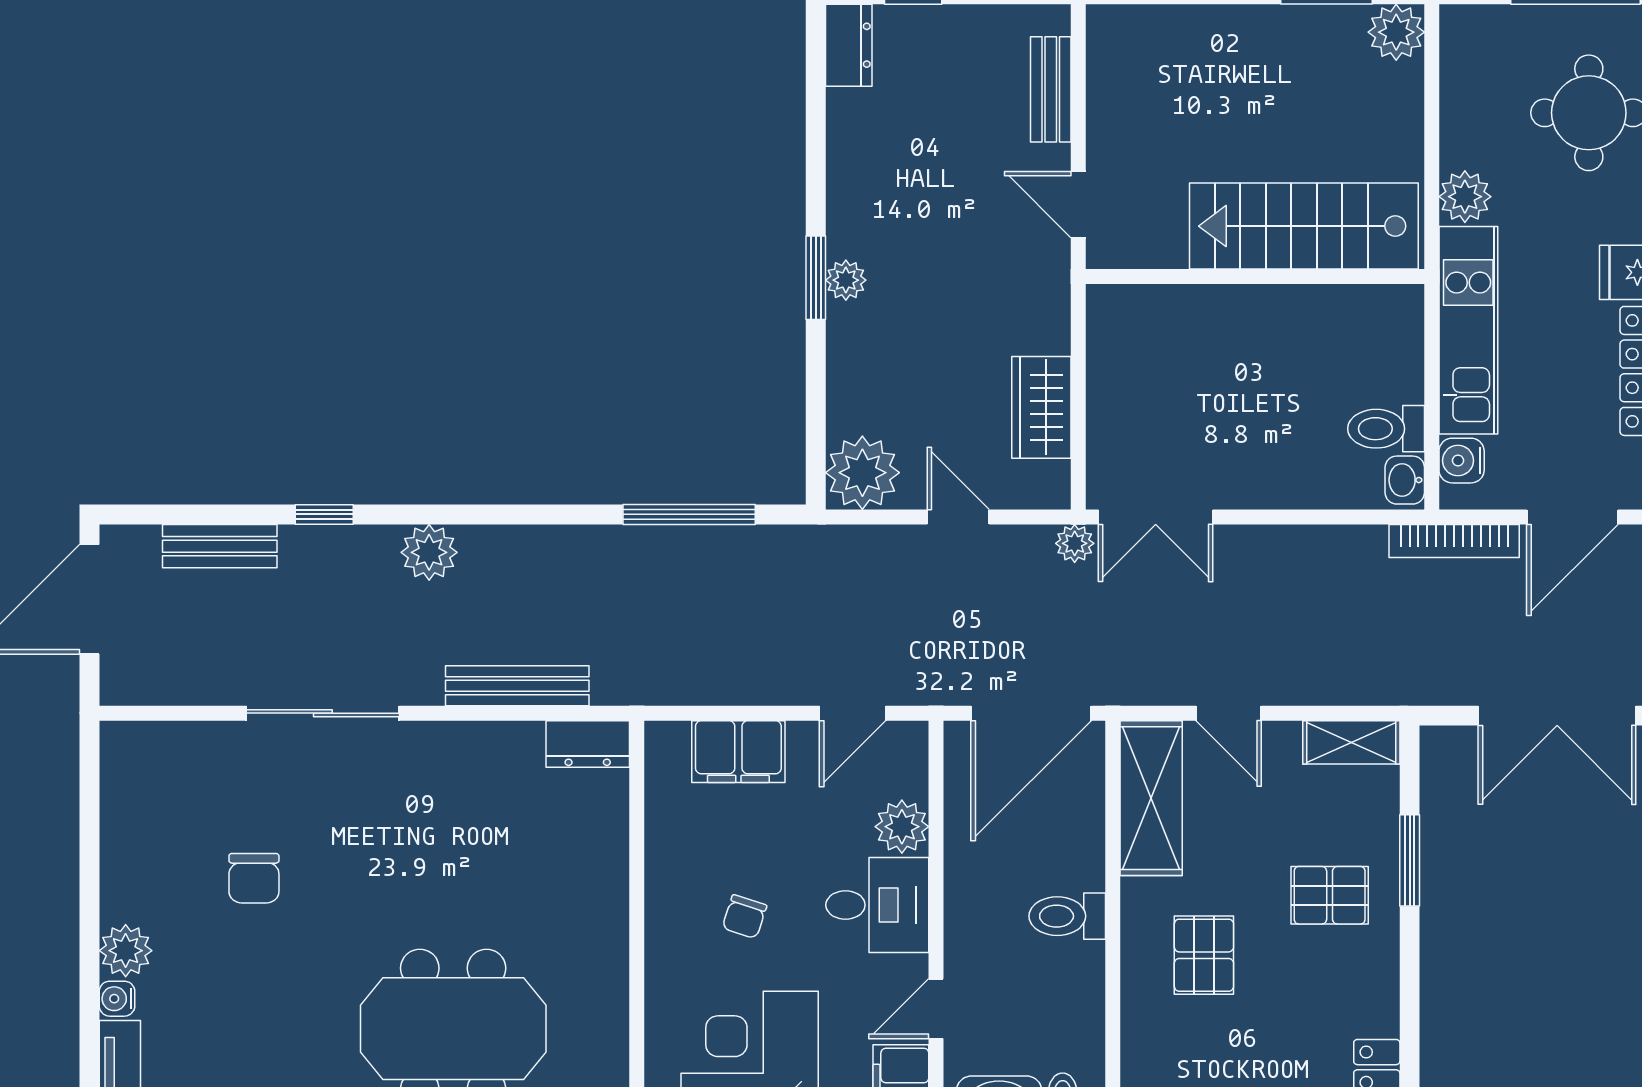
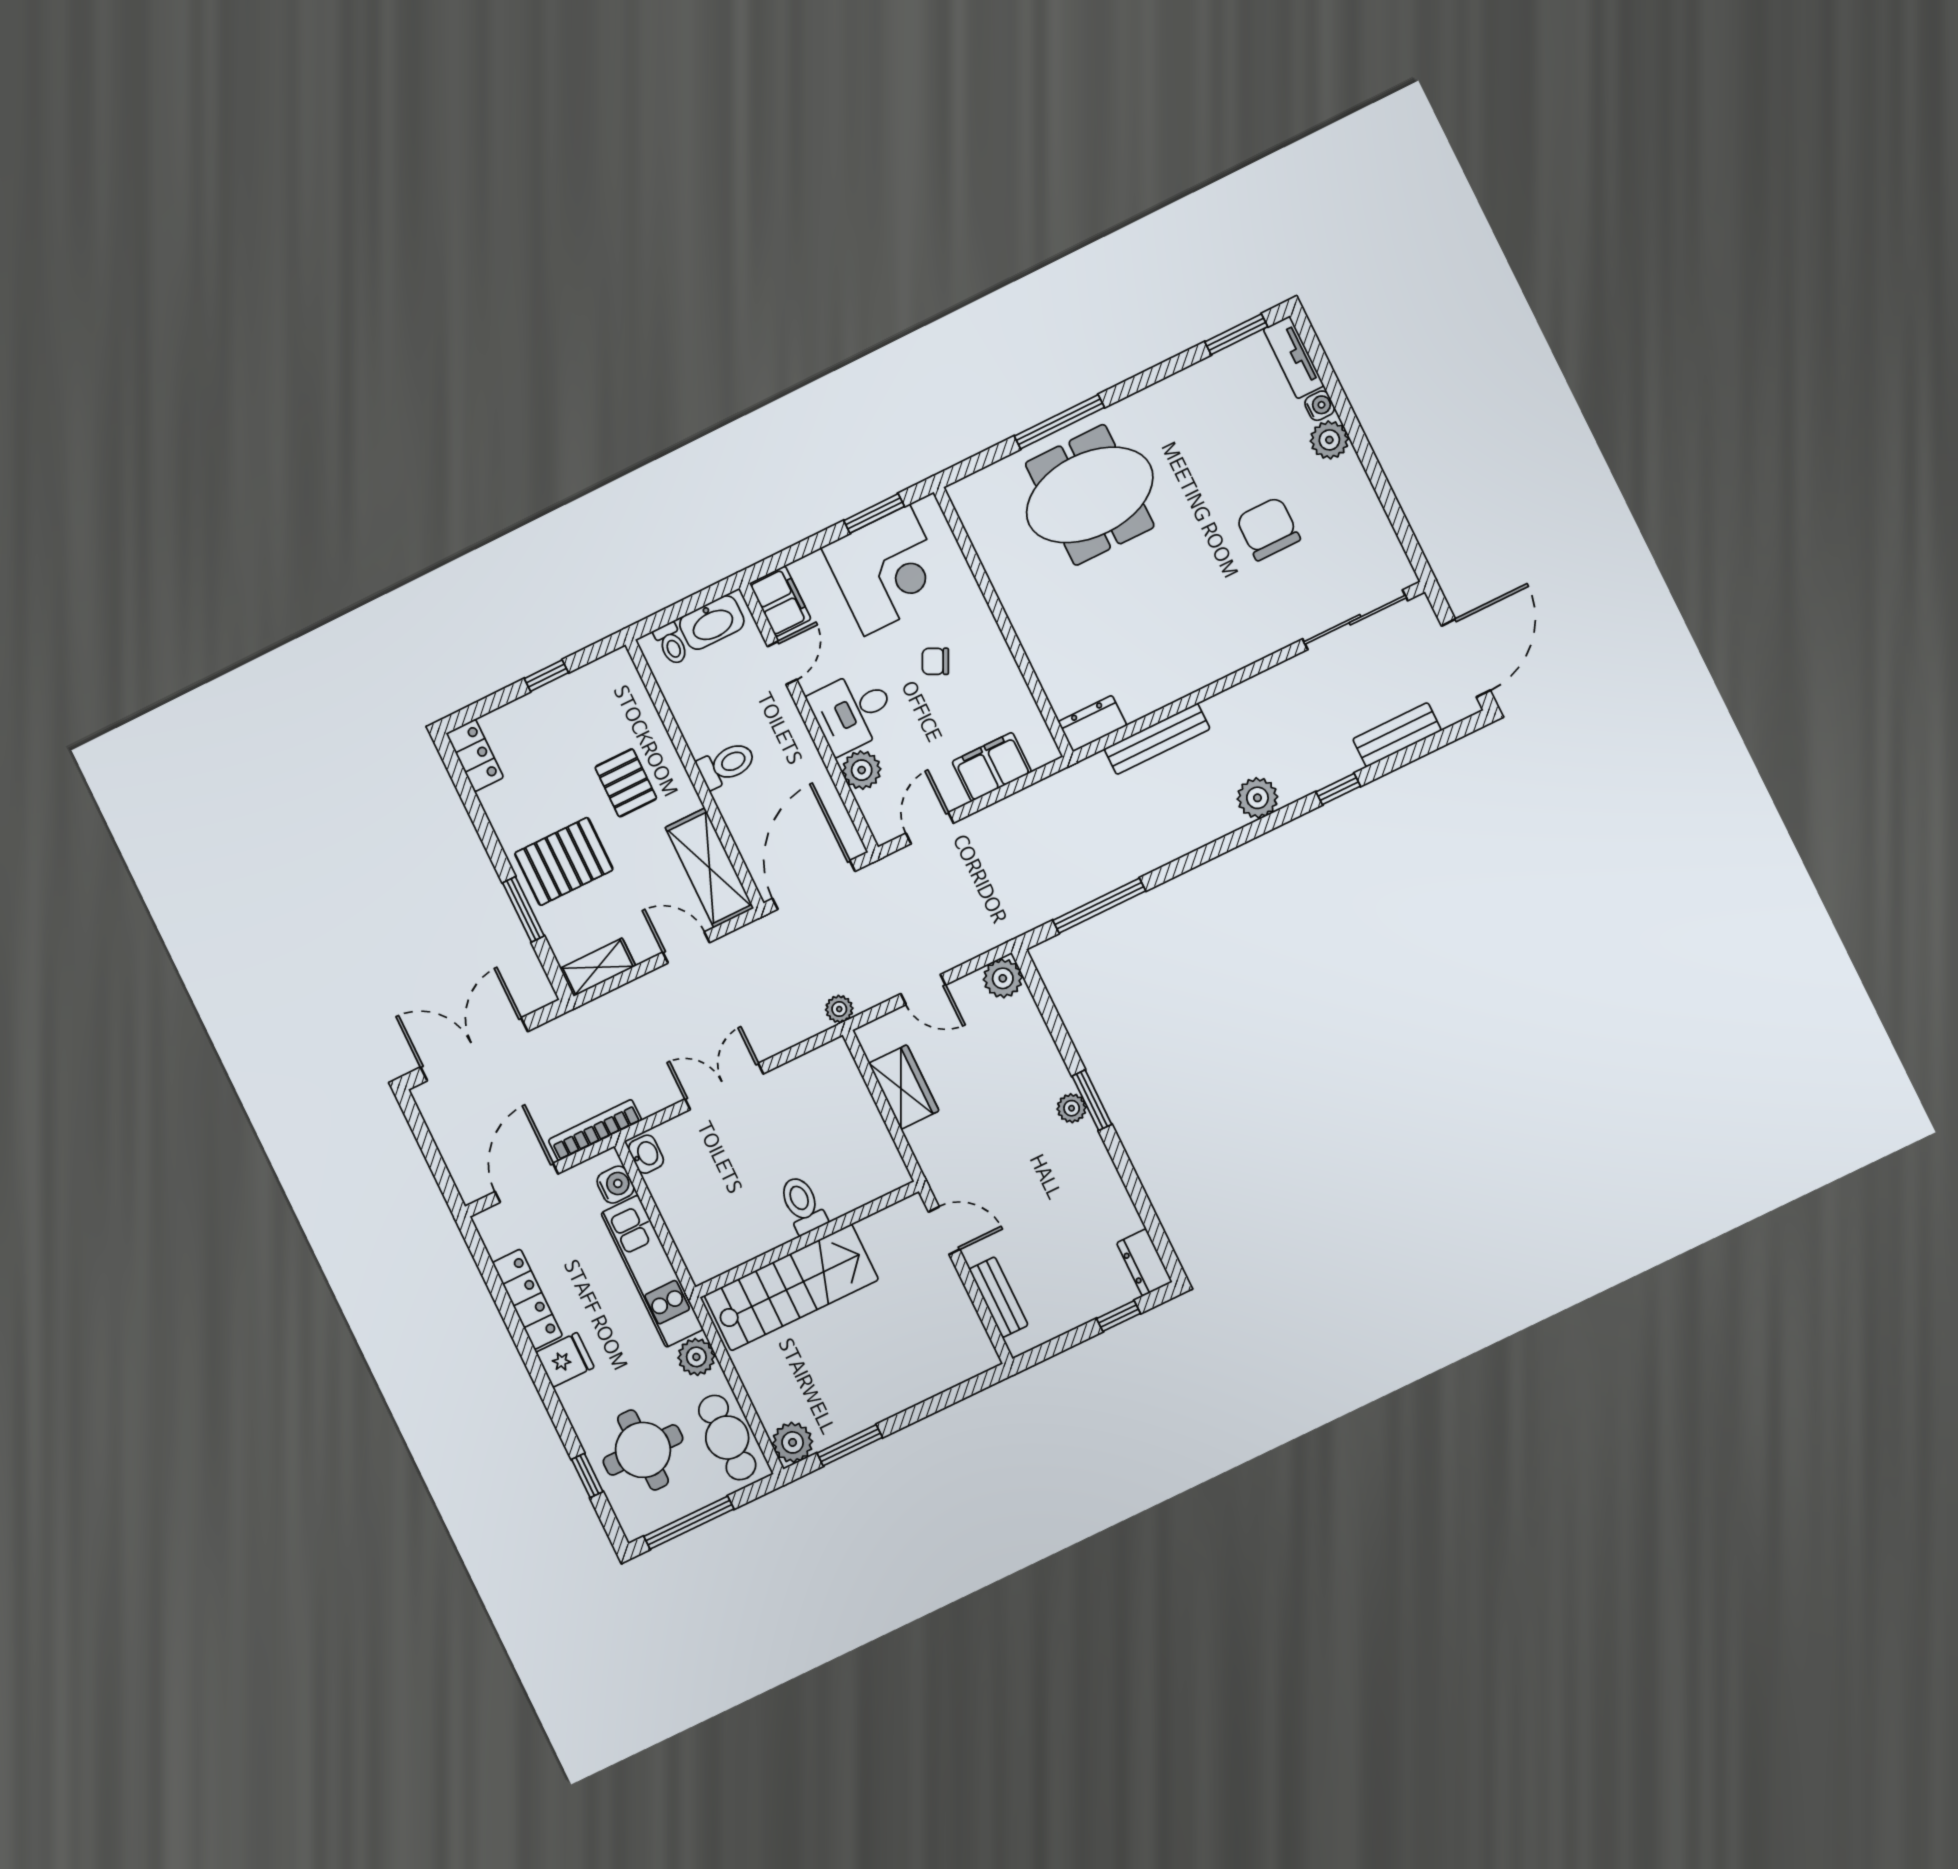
cafe table: (1475, 78) -> (727, 1438), added
toilet: (1386, 429) -> (802, 1205), moved, turned -90
plant: (862, 473) -> (1003, 978), width x0.73, depth x0.73
double door: (1156, 517) -> (724, 1086), moved
sliding door: (323, 713) -> (1355, 620), moved
chair: (254, 878) -> (1268, 529), width x1.37, depth x1.37
pallet: (1330, 895) -> (564, 861), width x1.50, depth x1.42
chair: (744, 917) -> (935, 661), turned -82

